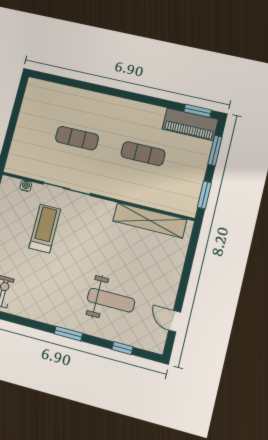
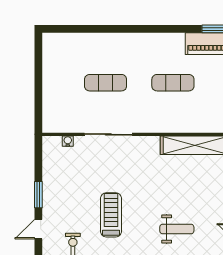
treadmill: (45, 229) -> (111, 215), moved
weight bench: (111, 300) -> (177, 229), width x0.73, depth x0.75

